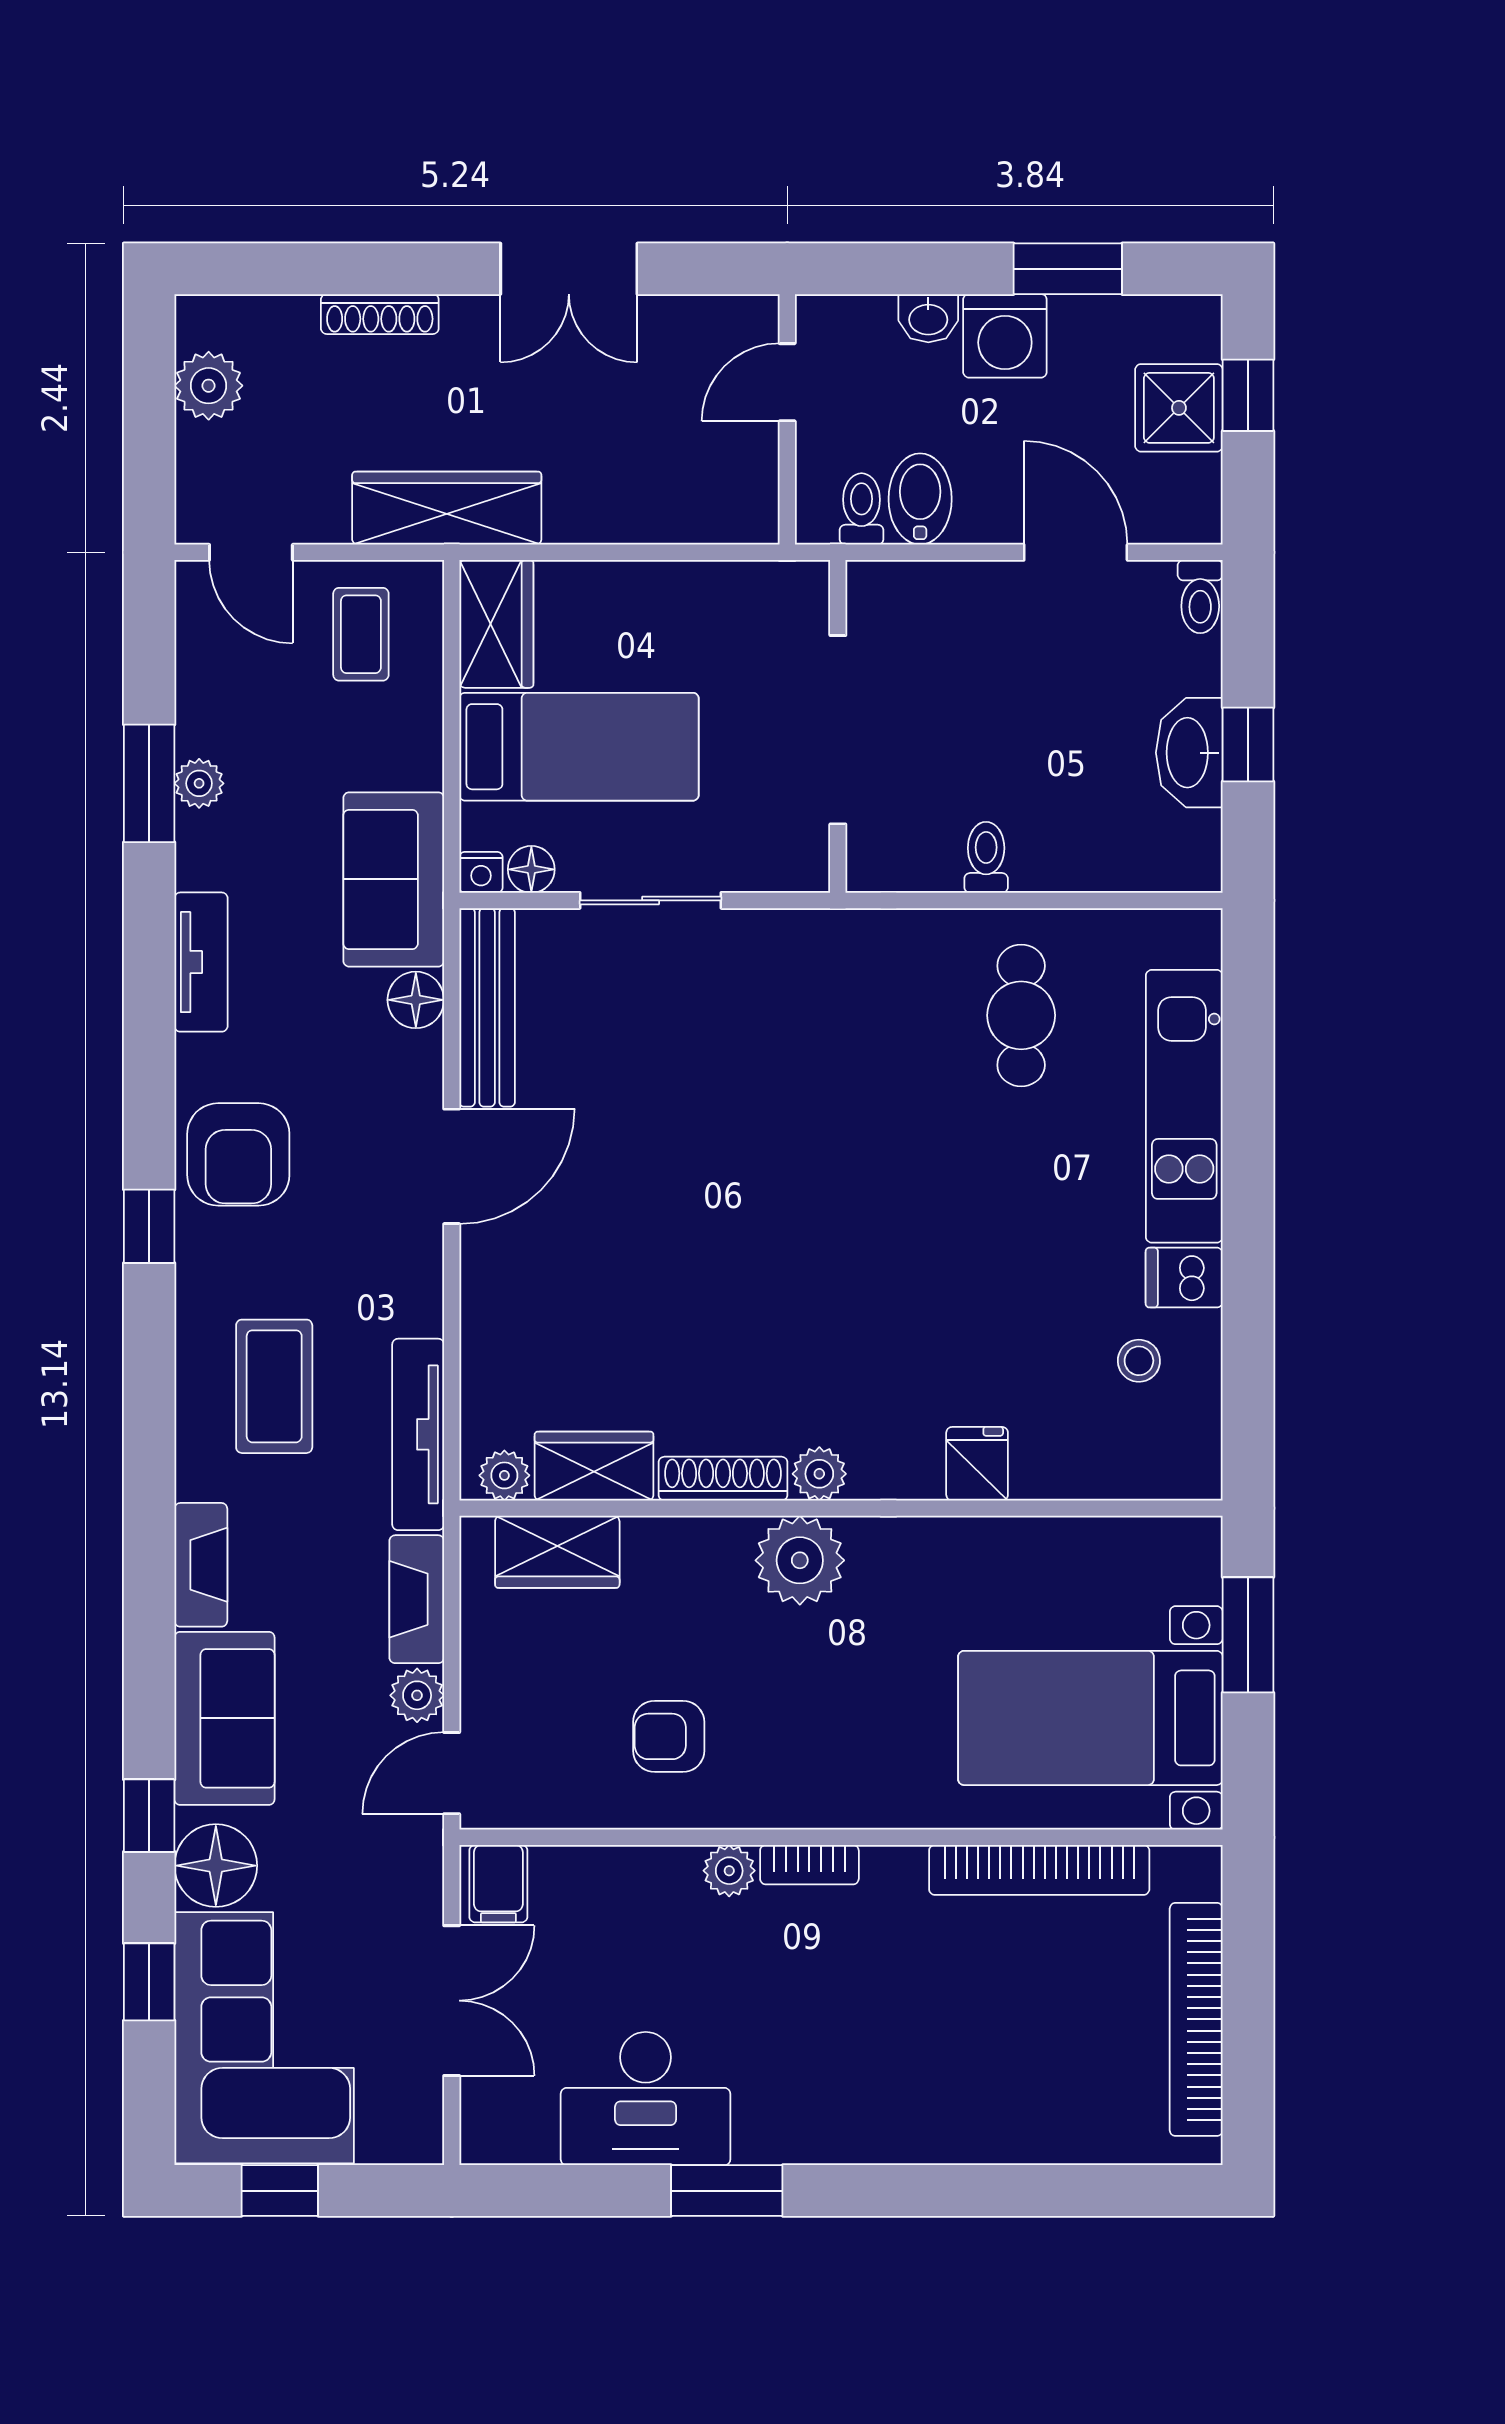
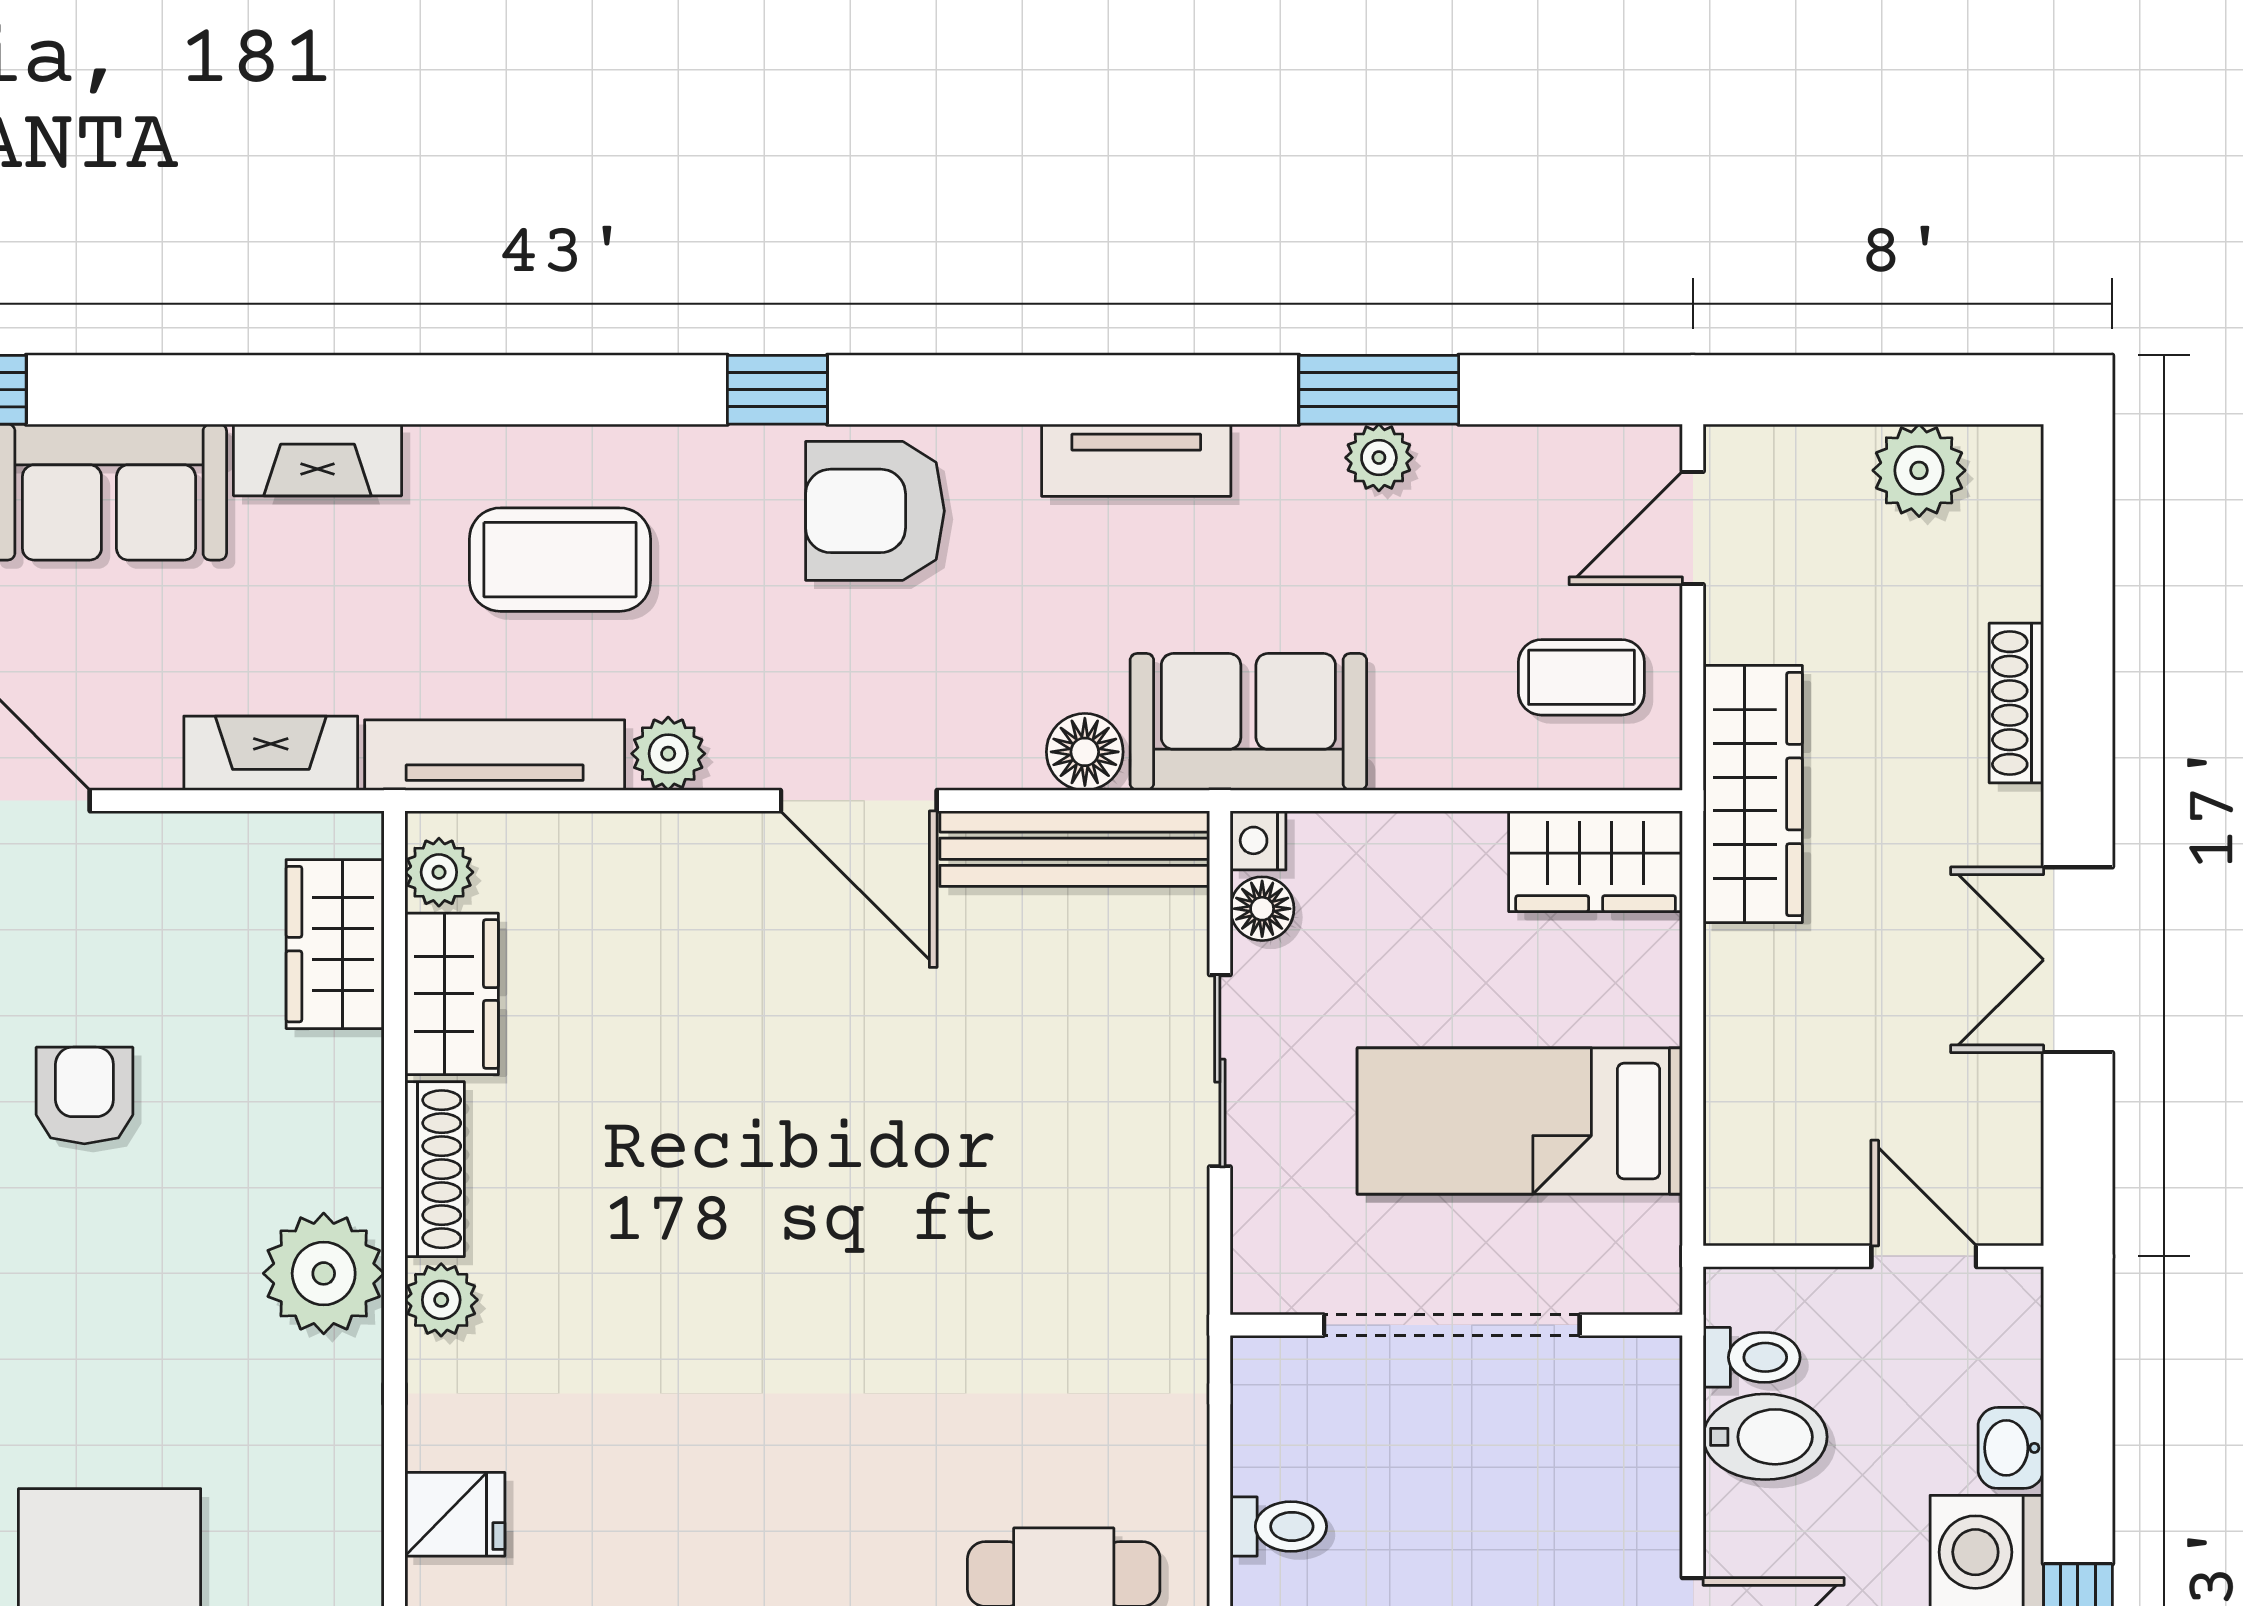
bed: (579, 747) -> (1520, 1121), moved, turned 90
plant: (417, 1695) -> (668, 754), moved

